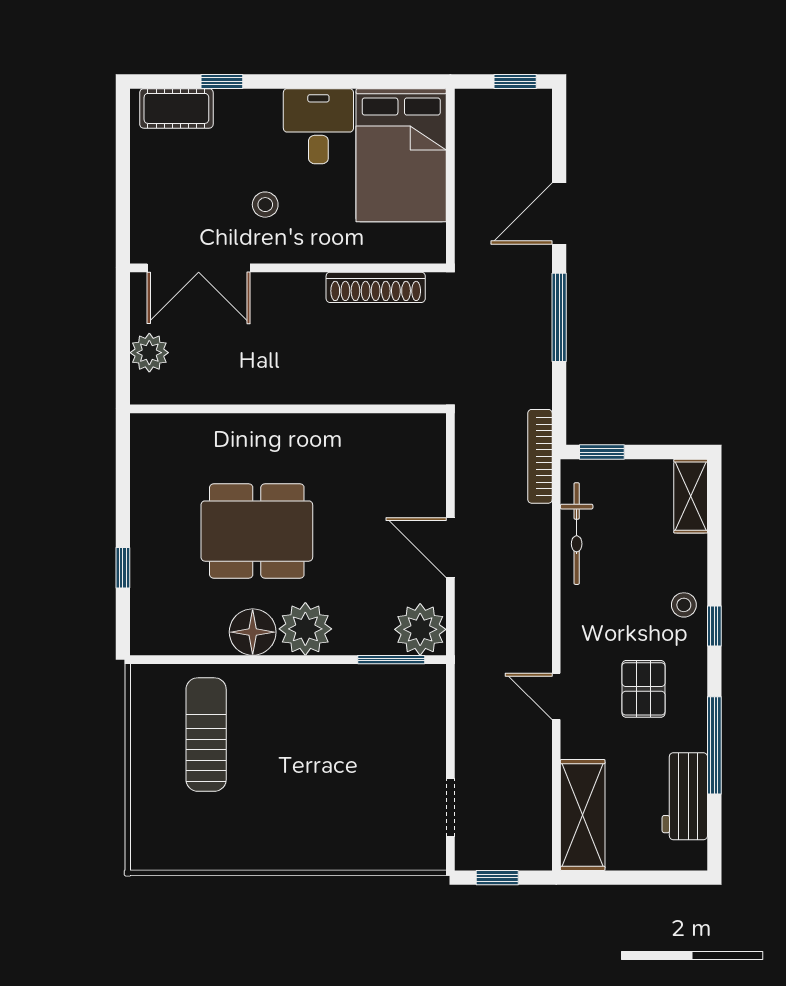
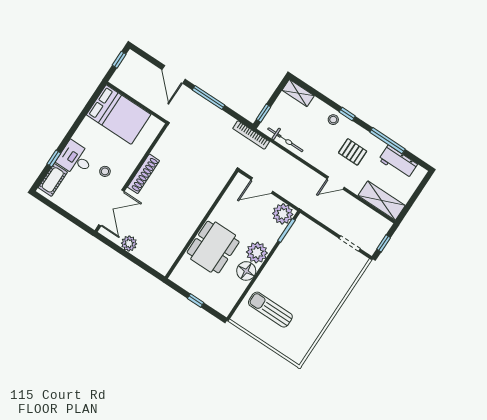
desk: (318, 126) -> (75, 159), moved
shoe rack: (376, 287) -> (143, 174), moved
wall: (288, 409) -> (202, 224), moved

